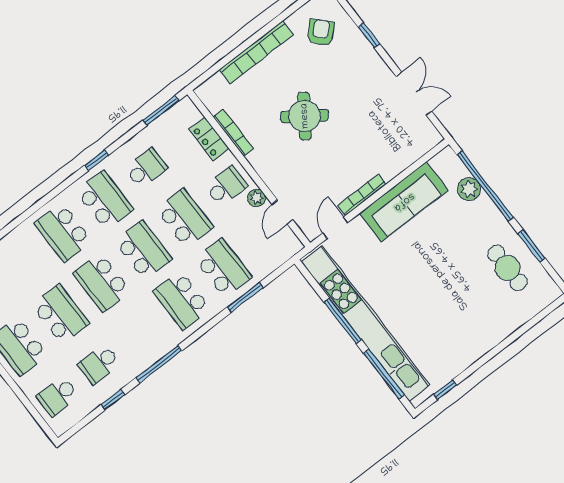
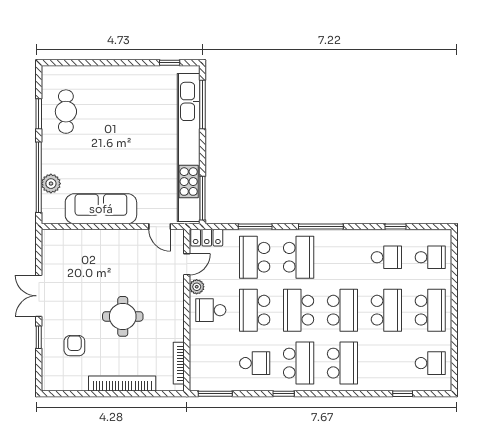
armchair: (321, 32) -> (74, 346), moved, turned 134
double door: (414, 94) -> (39, 296), moved
round table: (305, 116) -> (123, 316), turned -35
bookcase: (233, 133) -> (179, 363), moved
locker: (209, 139) -> (207, 238), moved, turned 90
school desk: (146, 168) -> (255, 363), turned 180
bookcase: (362, 195) -> (125, 235), removed
school desk: (105, 200) -> (299, 363), turned 180
door: (335, 228) -> (160, 227), hinge flipped
school desk: (60, 314) -> (386, 310), turned 180
window: (343, 321) -> (203, 198), moved
window: (159, 364) -> (321, 227), moved

